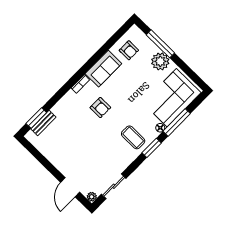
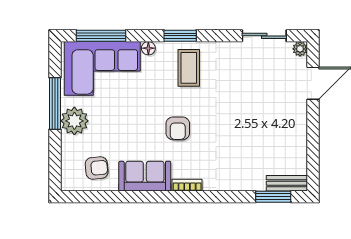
window: (160, 44) -> (55, 104), moved
armchair: (129, 50) -> (97, 168), turned 85
armchair: (100, 108) -> (178, 128), moved, turned 180
window: (177, 122) -> (101, 36), moved
bench: (43, 123) -> (287, 183), moved

